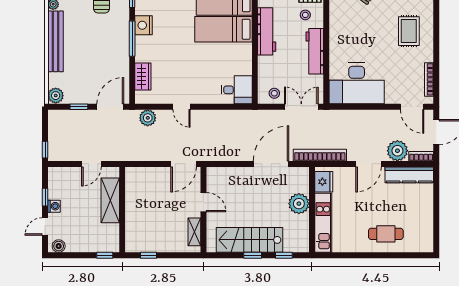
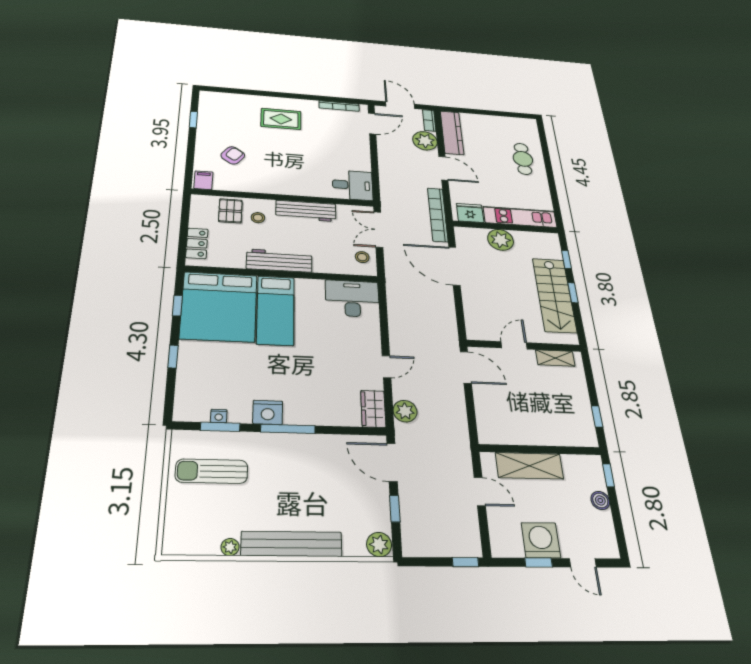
wardrobe: (143, 77) -> (373, 409), moved, turned -90
desk: (357, 83) -> (353, 185), width x0.53, depth x0.77
desk: (237, 90) -> (352, 299), width x1.37
washing machine: (54, 206) -> (541, 540), width x1.89, depth x1.89
boiler: (59, 246) -> (600, 500), moved

